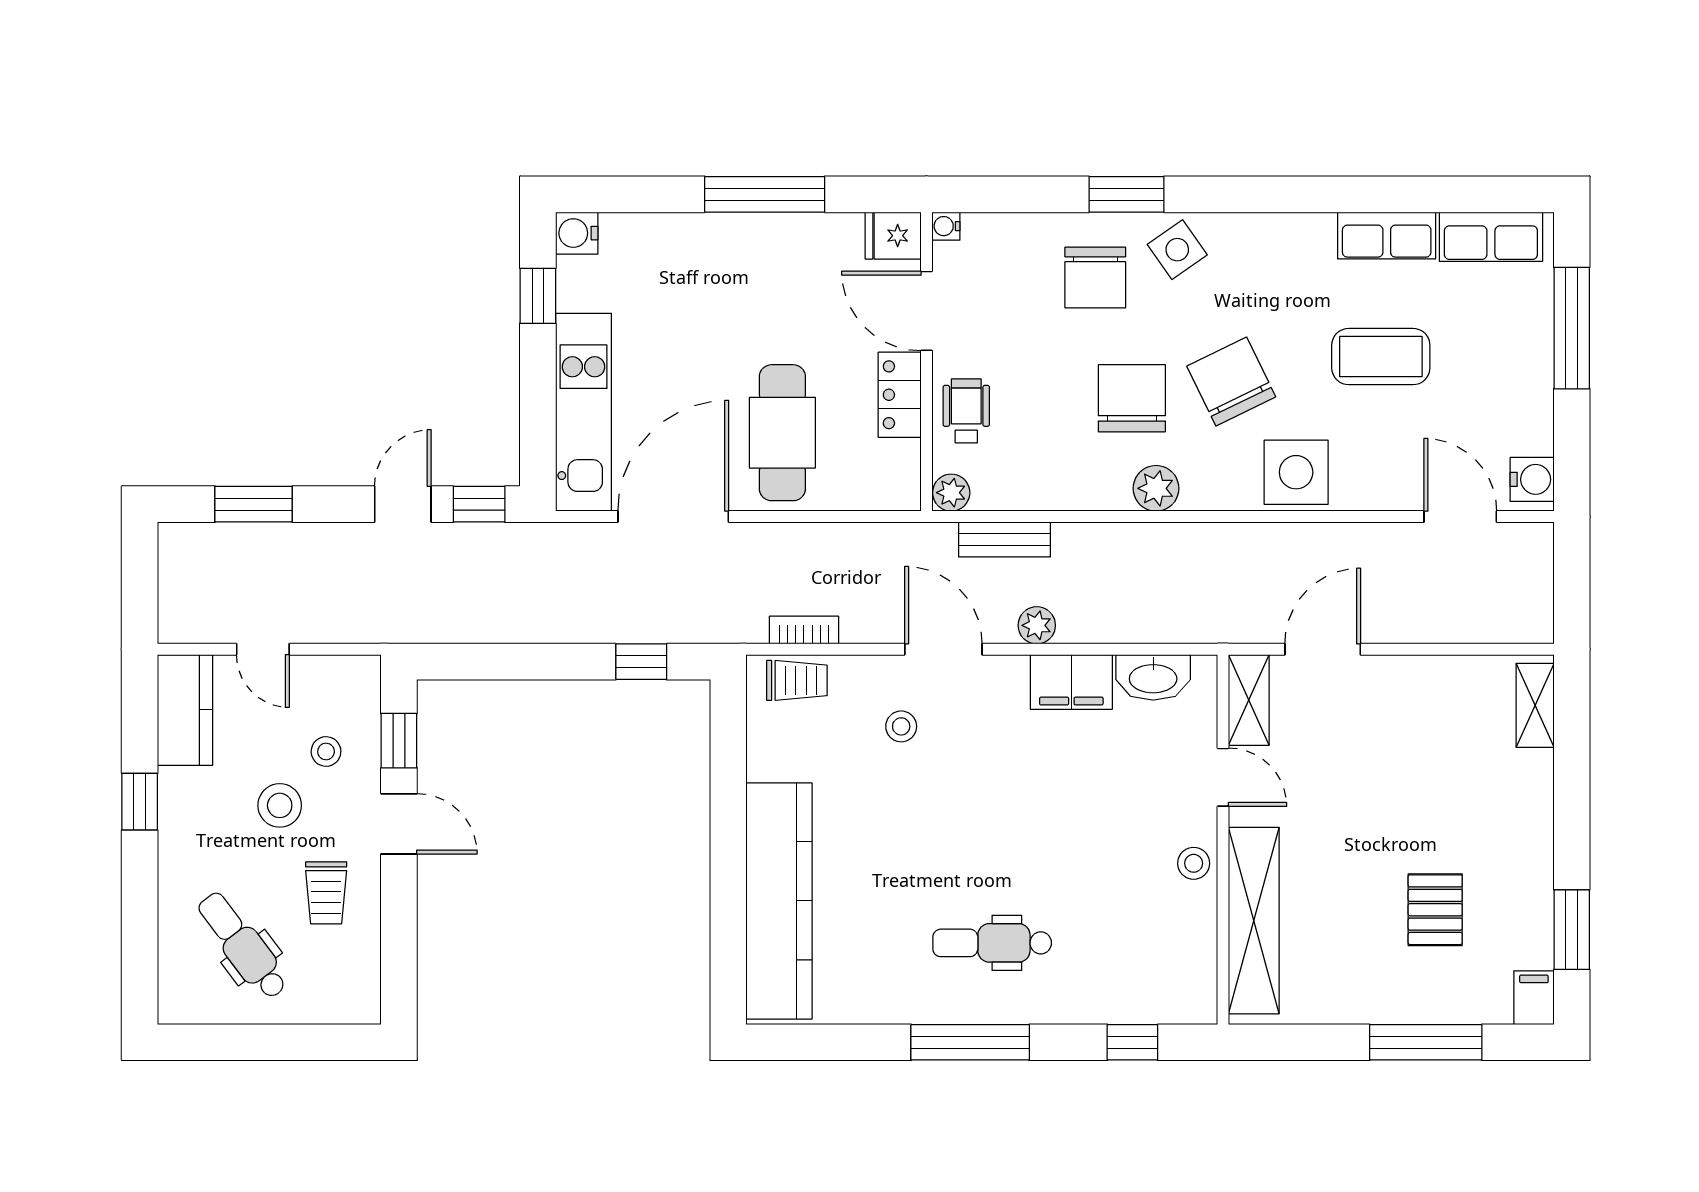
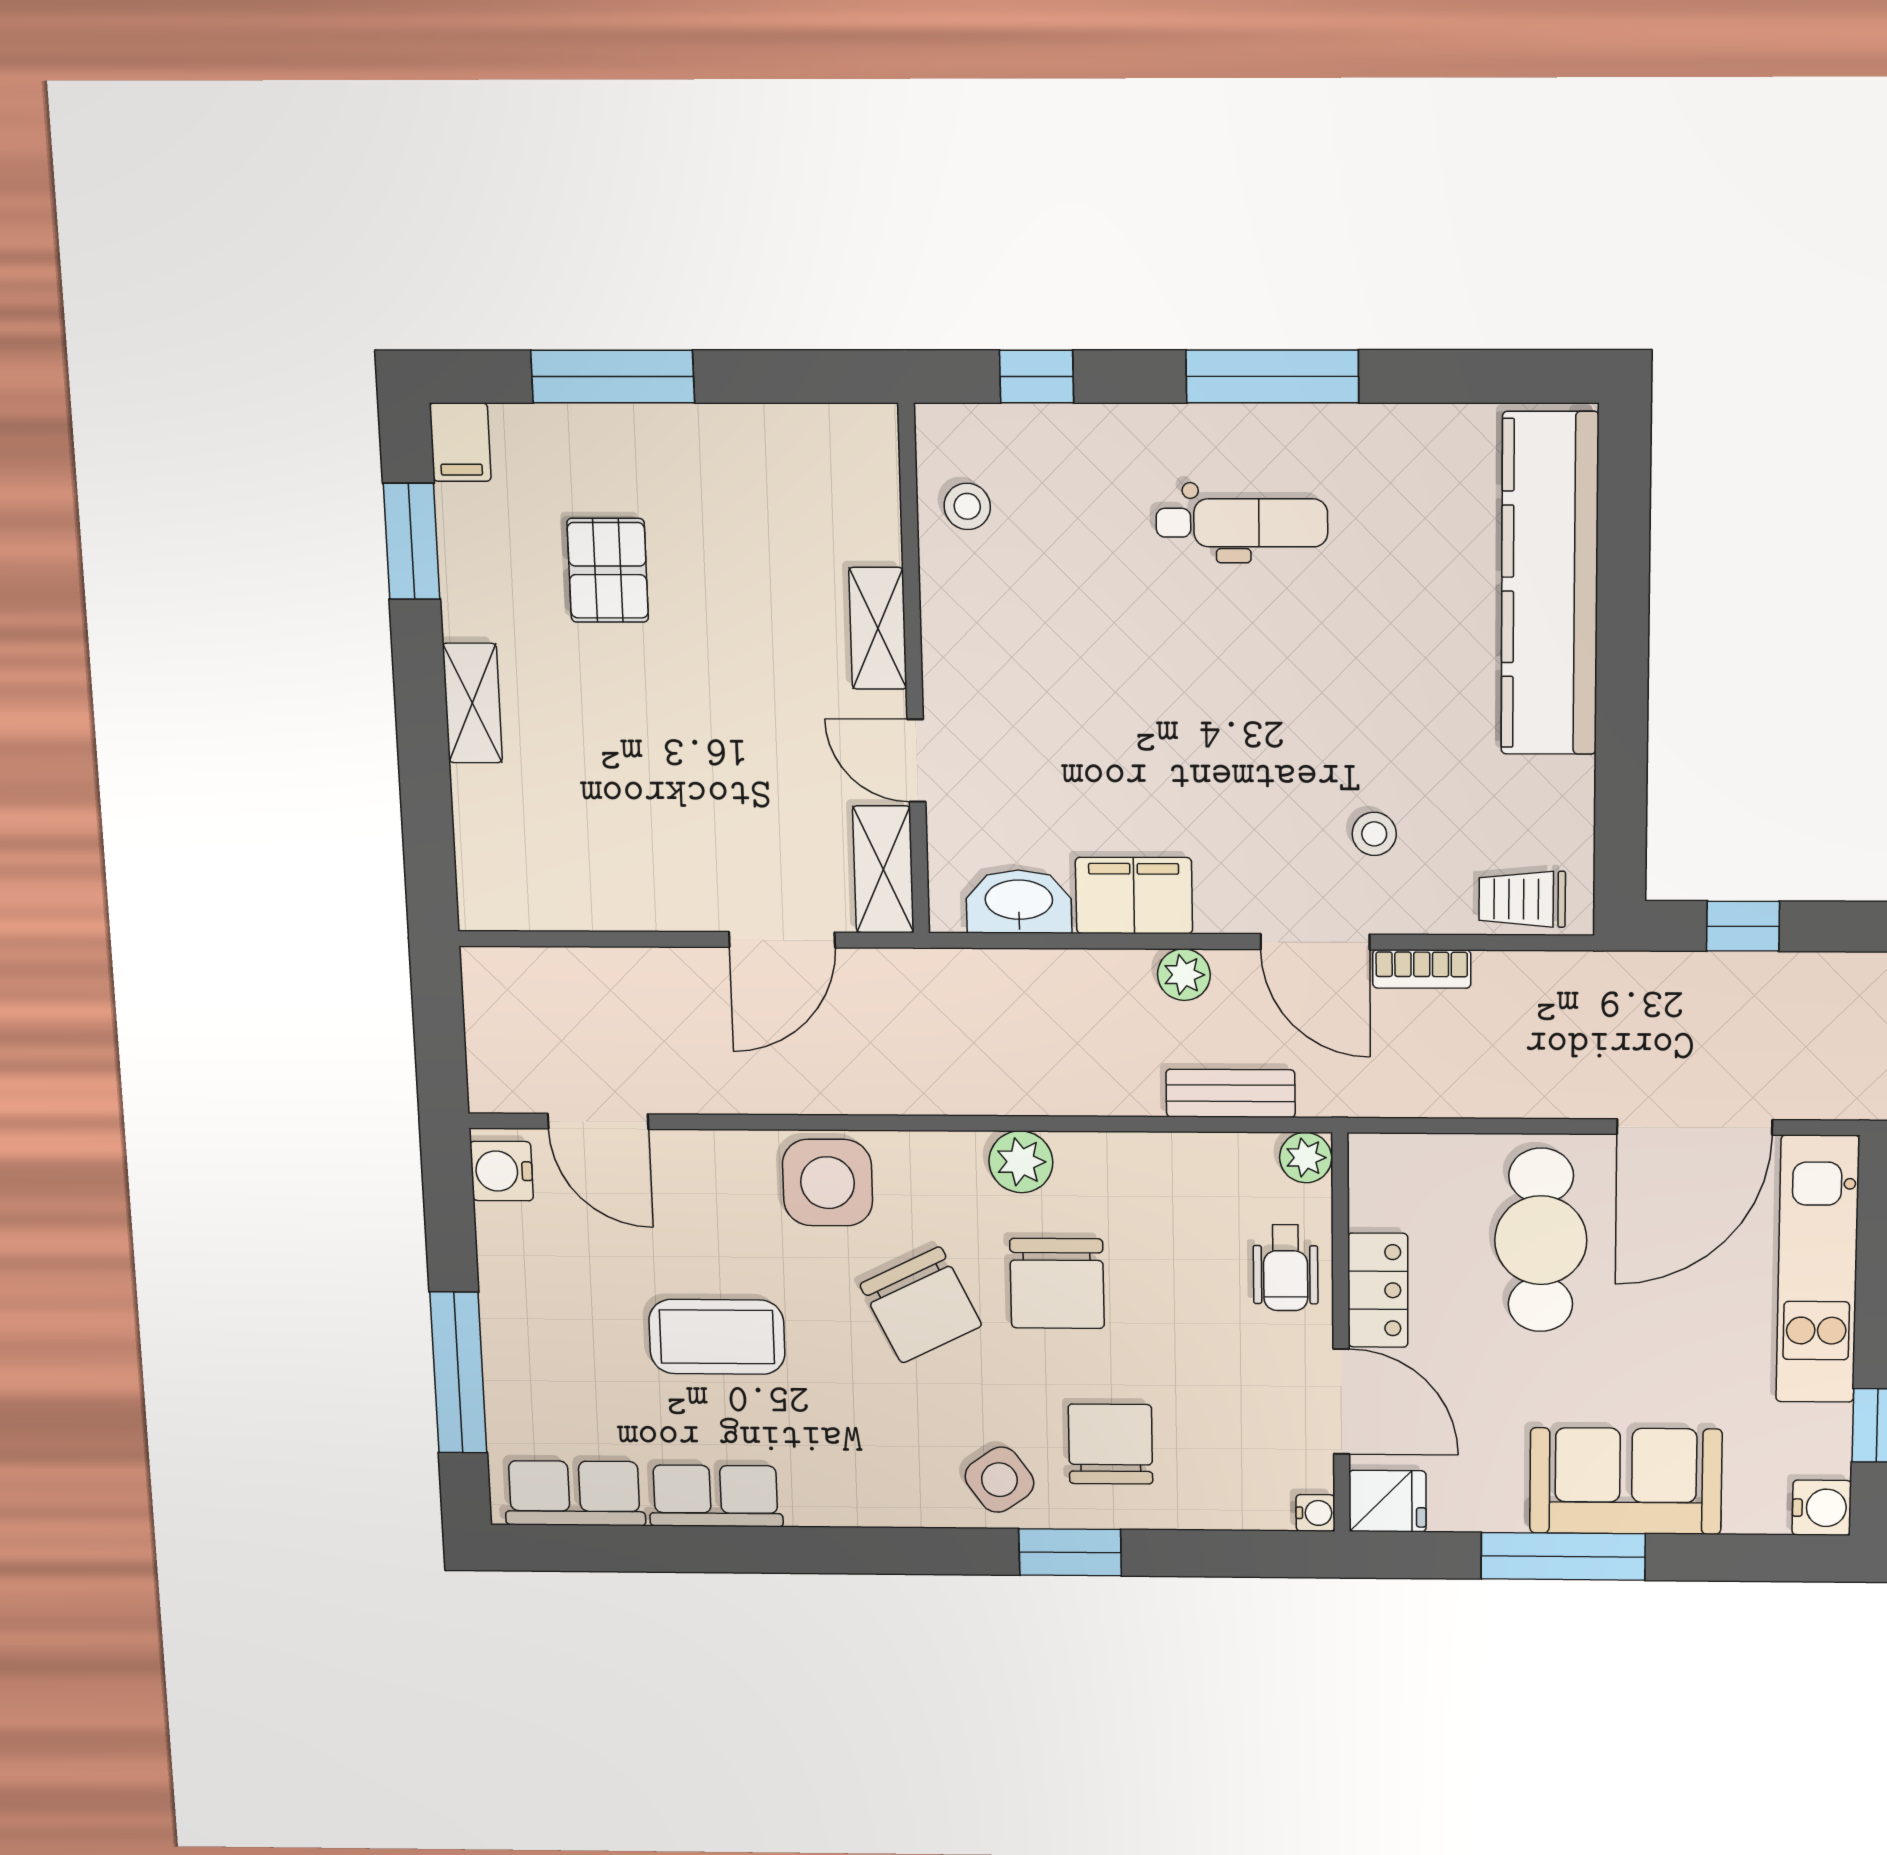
sofa: (719, 252) -> (1626, 1481), added
bookcase: (804, 630) -> (1422, 969), moved
shelving: (1535, 705) -> (472, 703), moved
stool: (1194, 863) -> (967, 506), moved
shelving: (1254, 921) -> (878, 628), width x0.45, depth x0.75

